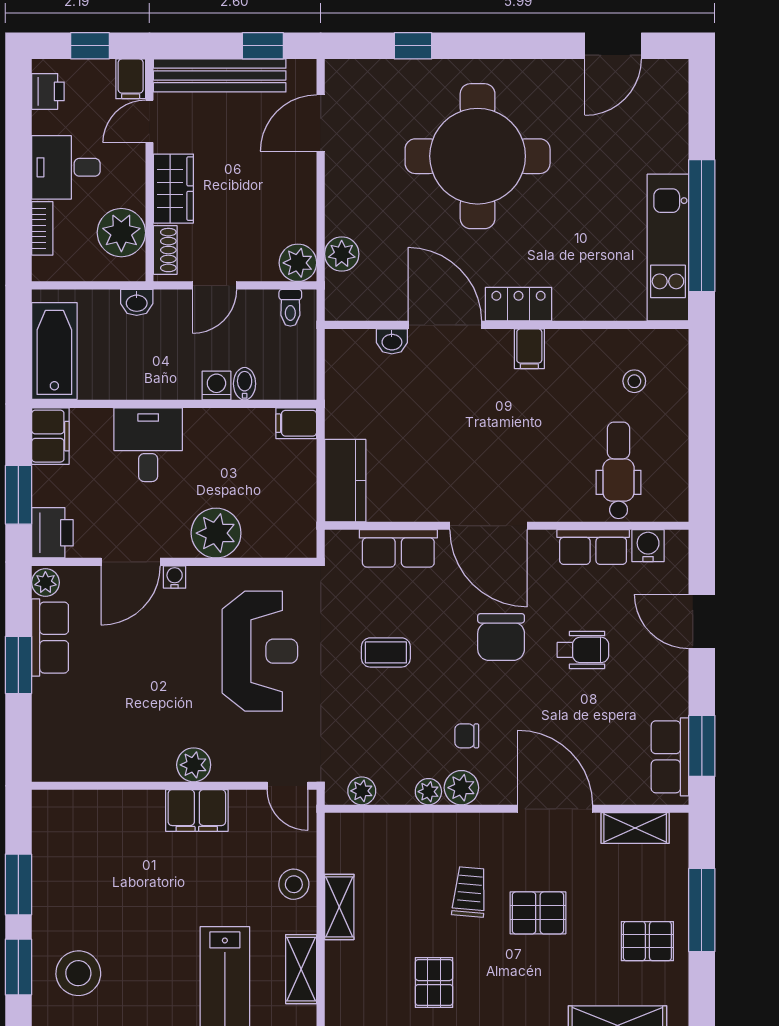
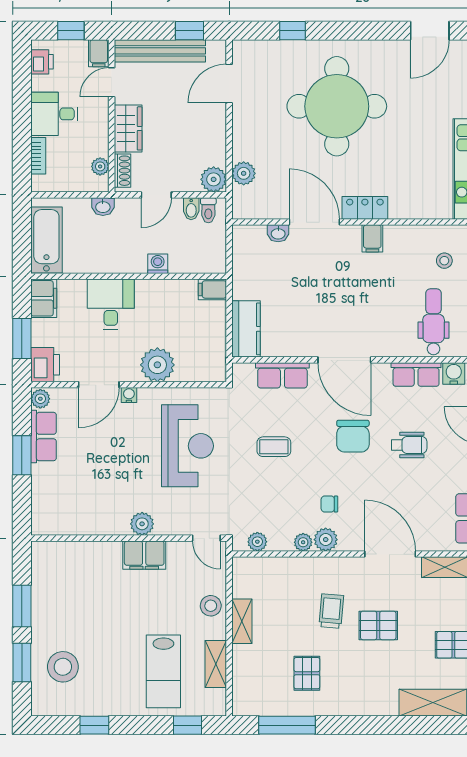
plant: (121, 233) -> (100, 166), width x0.53, depth x0.53
bidet: (245, 384) -> (191, 209), moved, turned 180

